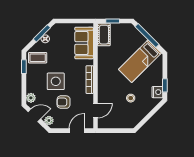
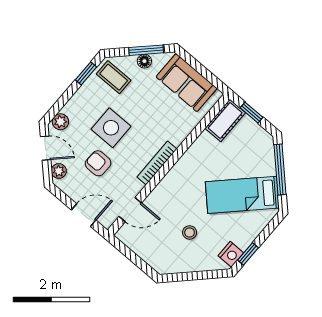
sofa: (84, 43) -> (187, 83), moved, turned -90

